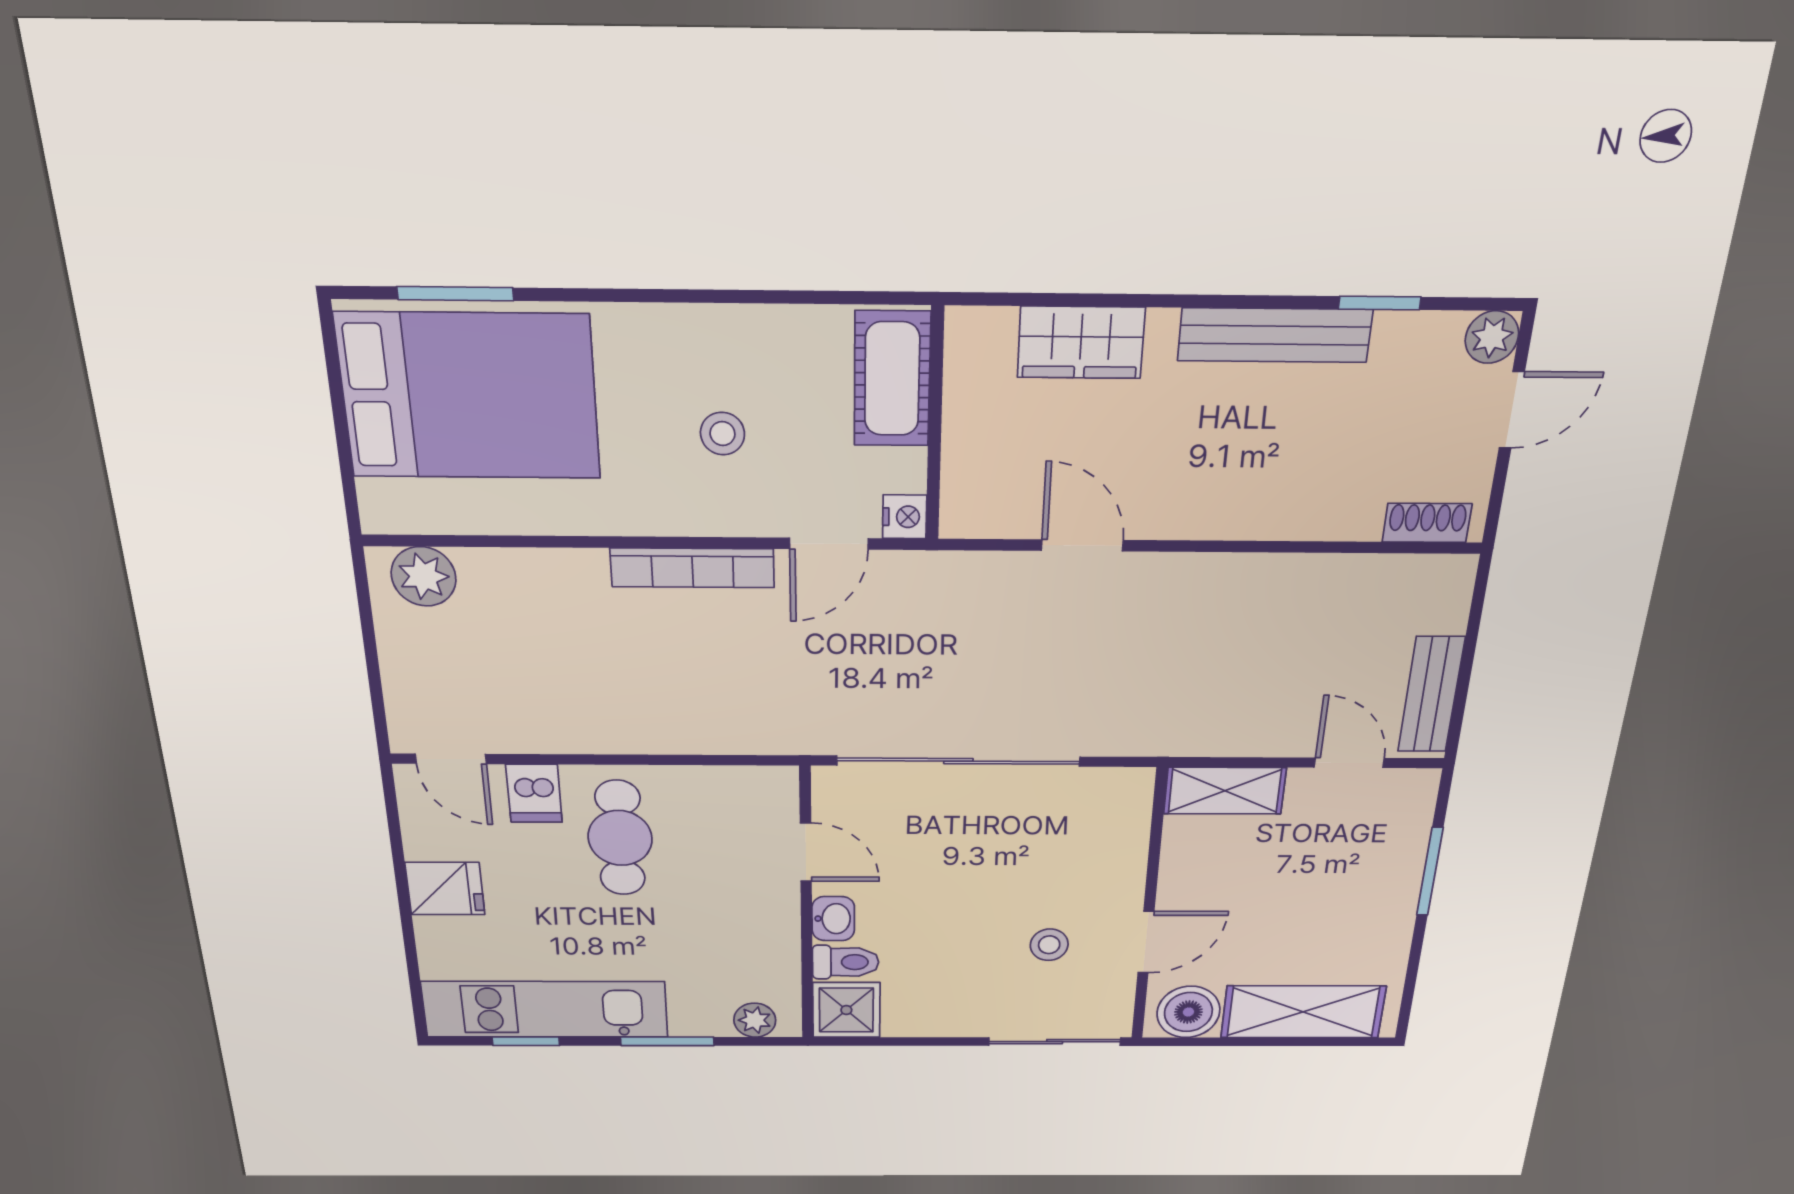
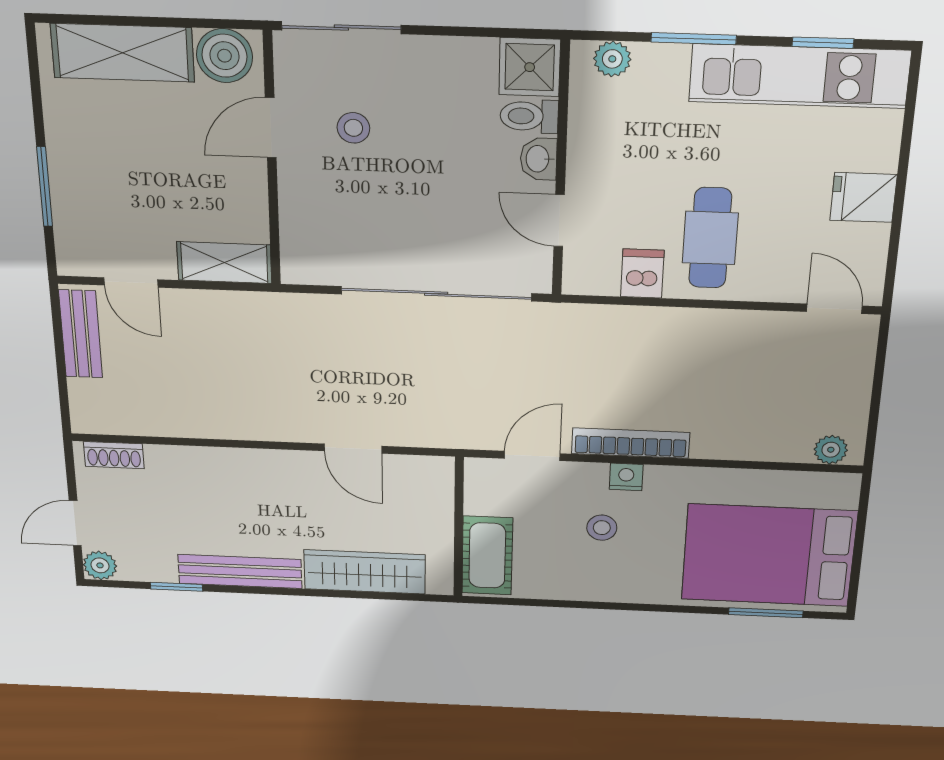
wardrobe: (1081, 342) -> (365, 572), width x1.50
nightstand: (905, 517) -> (626, 477), moved, turned 90
plant: (424, 576) -> (831, 450), width x0.73, depth x0.73
dishwasher: (534, 793) -> (642, 273), moved

